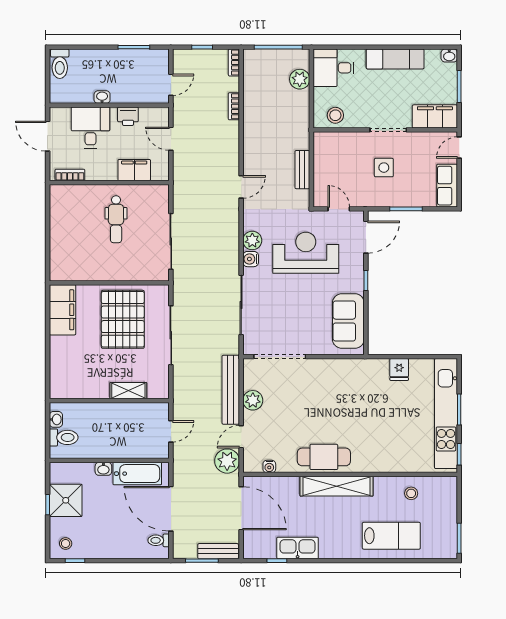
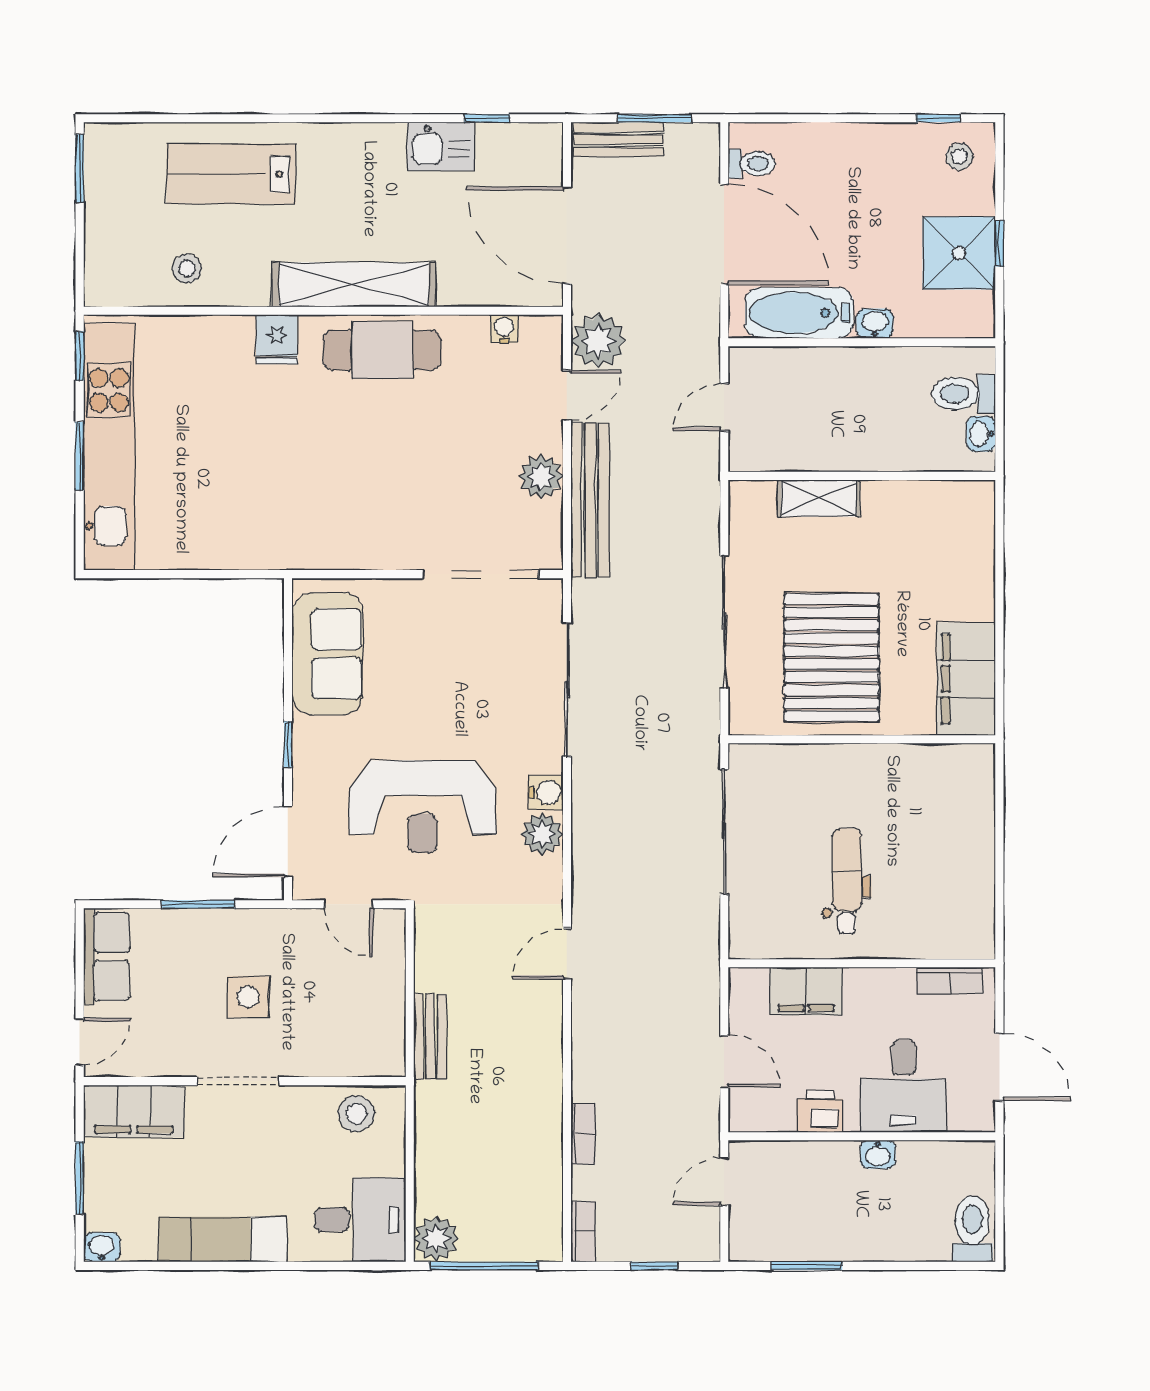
plant: (300, 79) -> (436, 1239), moved
bench: (302, 170) -> (430, 1037), moved
fridge: (399, 369) -> (277, 339), moved, turned 180
kitchen sink: (298, 548) -> (441, 147), width x0.73

